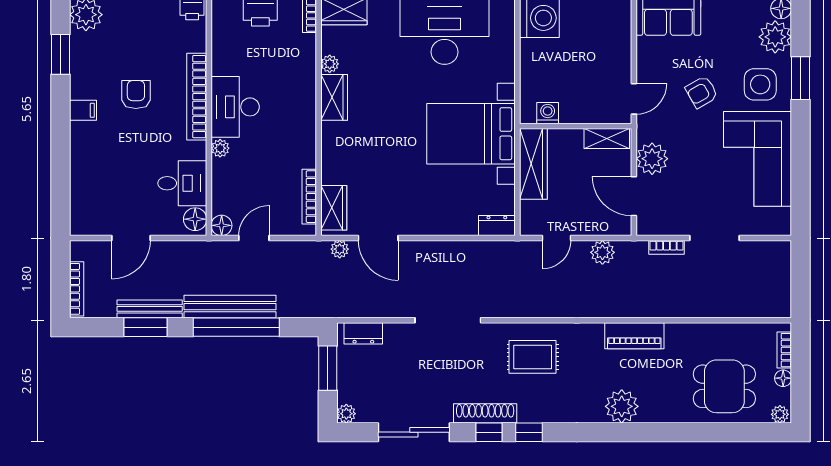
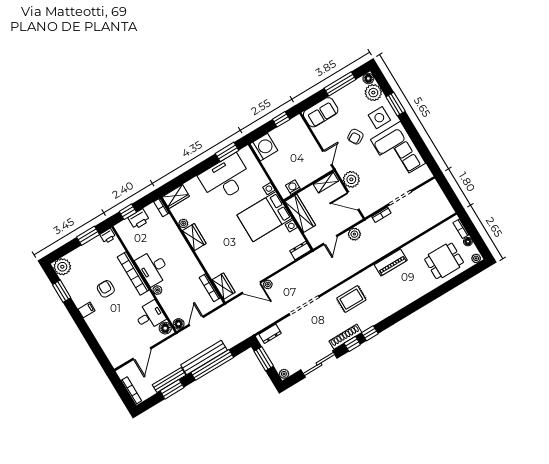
plant: (340, 249) -> (268, 284), moved
plant: (622, 406) -> (404, 297), removed

